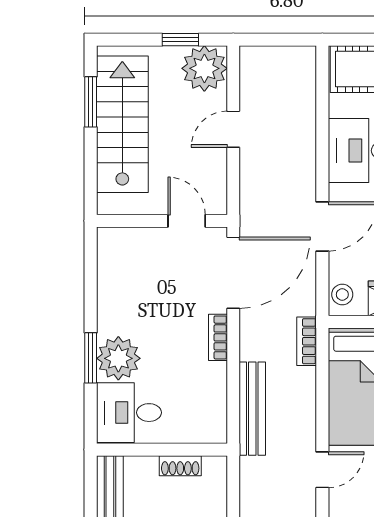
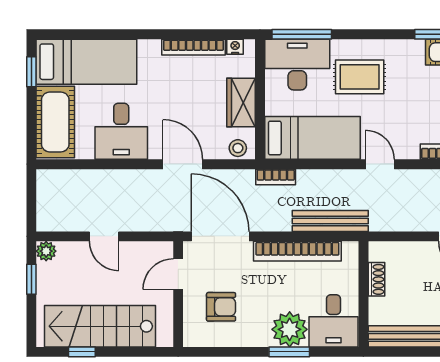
plant: (204, 68) -> (46, 251), width x0.53, depth x0.53
window: (91, 102) -> (82, 352), width x0.67
armchair: (146, 274) -> (221, 307), added
bookcase: (218, 337) -> (297, 251), width x2.31, depth x1.31

